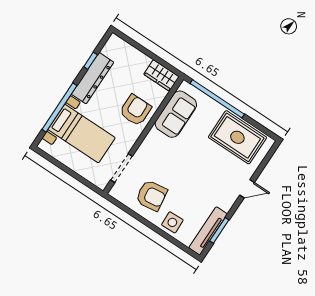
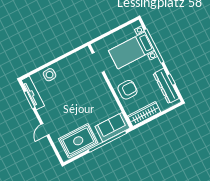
wardrobe: (161, 75) -> (144, 114), width x1.50
dresser: (93, 78) -> (166, 86), moved
armchair: (135, 110) -> (128, 90), turned -90
sofa: (176, 114) -> (112, 127), moved, turned 90
armchair: (151, 196) -> (72, 71), removed

